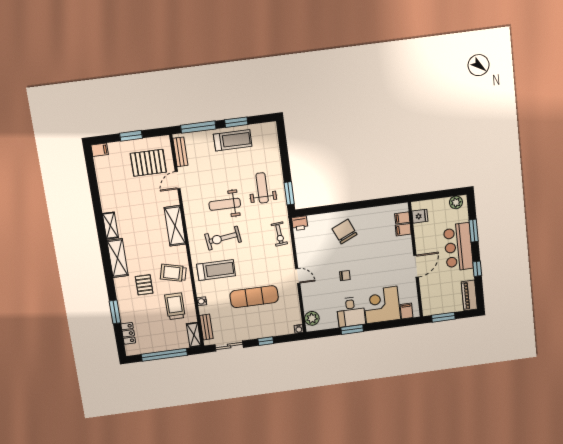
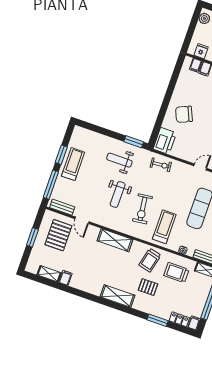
filing cabinet: (100, 150) -> (65, 278), moved
printer: (300, 223) -> (165, 141), width x1.87, depth x1.48
shelving: (110, 226) -> (49, 274), moved
filing cabinet: (132, 350) -> (194, 323), added

